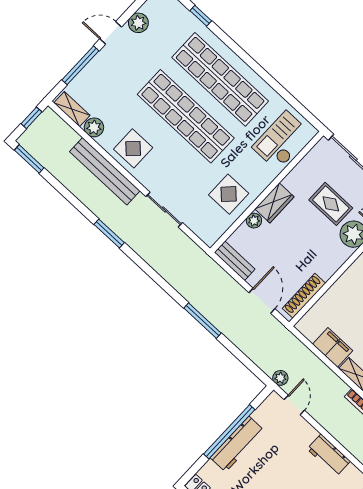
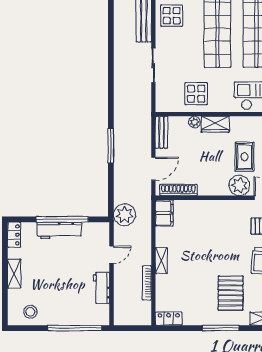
window: (109, 234) -> (111, 47), removed
filing cabinet: (333, 347) -> (164, 213), moved
plant: (280, 378) -> (125, 215), width x1.87, depth x1.87
door: (294, 405) -> (112, 255), moved

